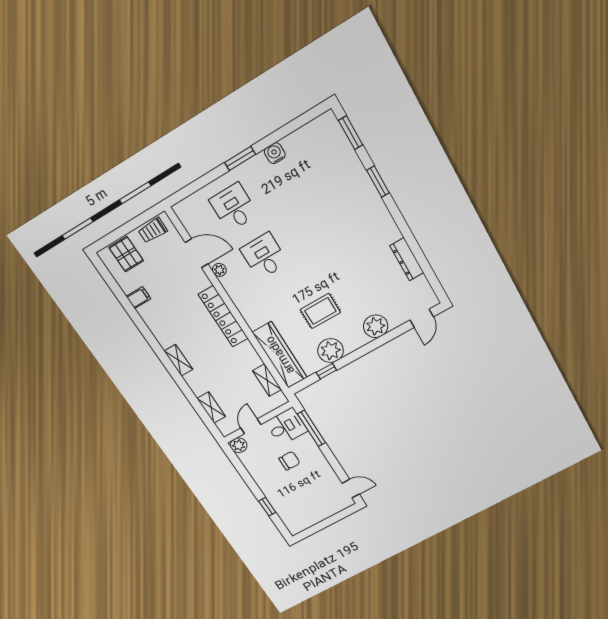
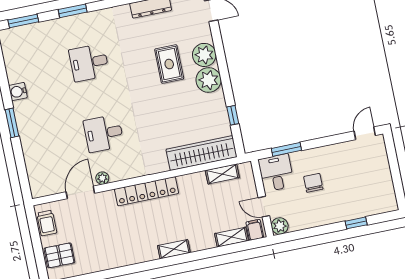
desk: (234, 207) -> (89, 63), moved
filing cabinet: (138, 298) -> (255, 230), moved
rug: (320, 311) -> (169, 64), moved
plant: (331, 351) -> (209, 80), moved
window: (312, 428) -> (286, 149), width x0.69

